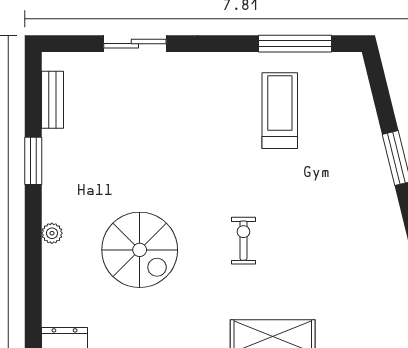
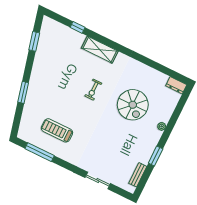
treadmill: (280, 111) -> (57, 130), turned 90
spiral stairs: (140, 250) -> (133, 105), turned 180

